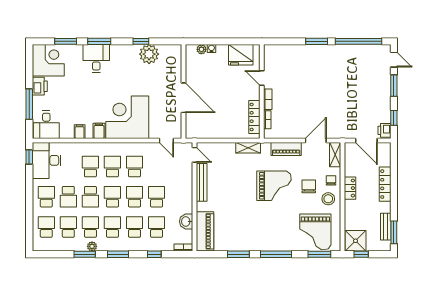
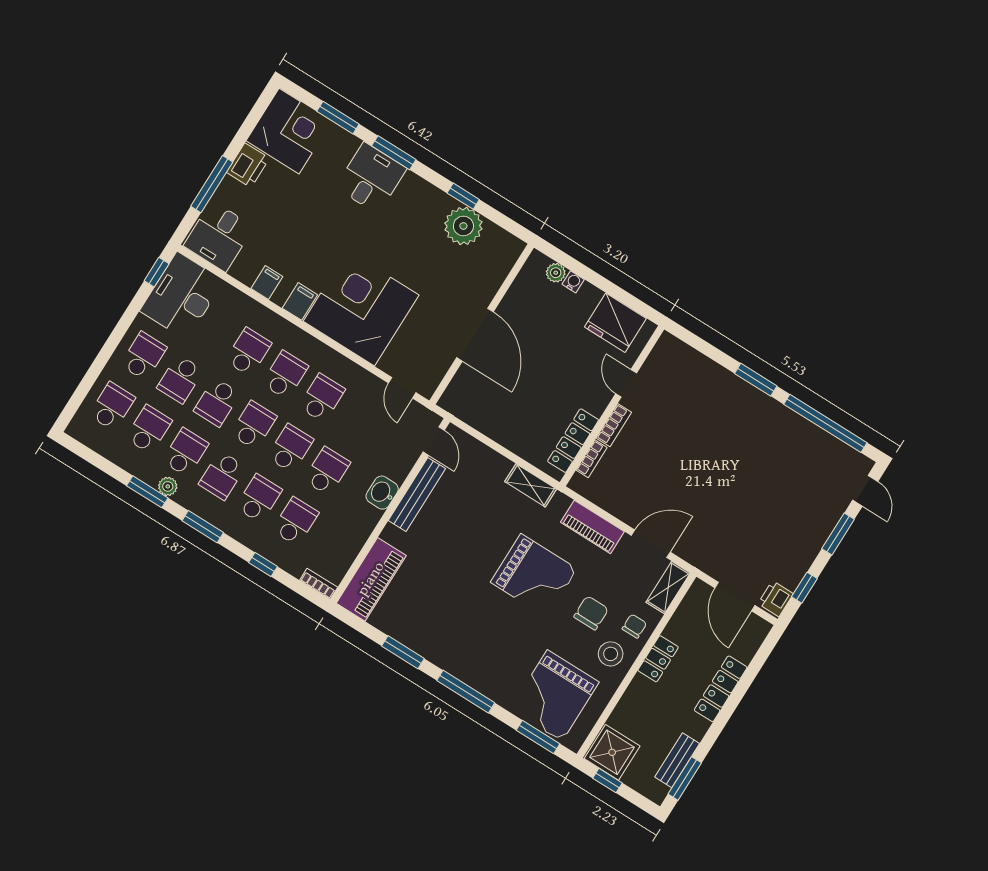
washbasin: (186, 221) -> (382, 493), moved
school desk: (112, 227) -> (222, 475), turned 180

